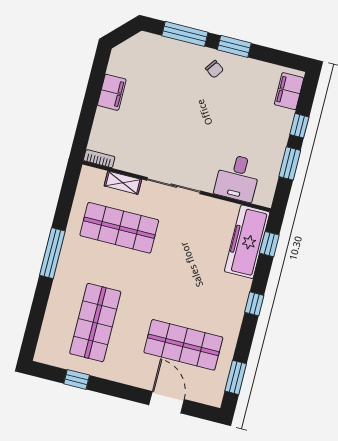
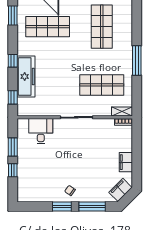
filing cabinet: (289, 91) -> (120, 190), moved, turned -135
shelving: (123, 183) -> (122, 112), moved
freezer: (247, 242) -> (26, 76), moved

